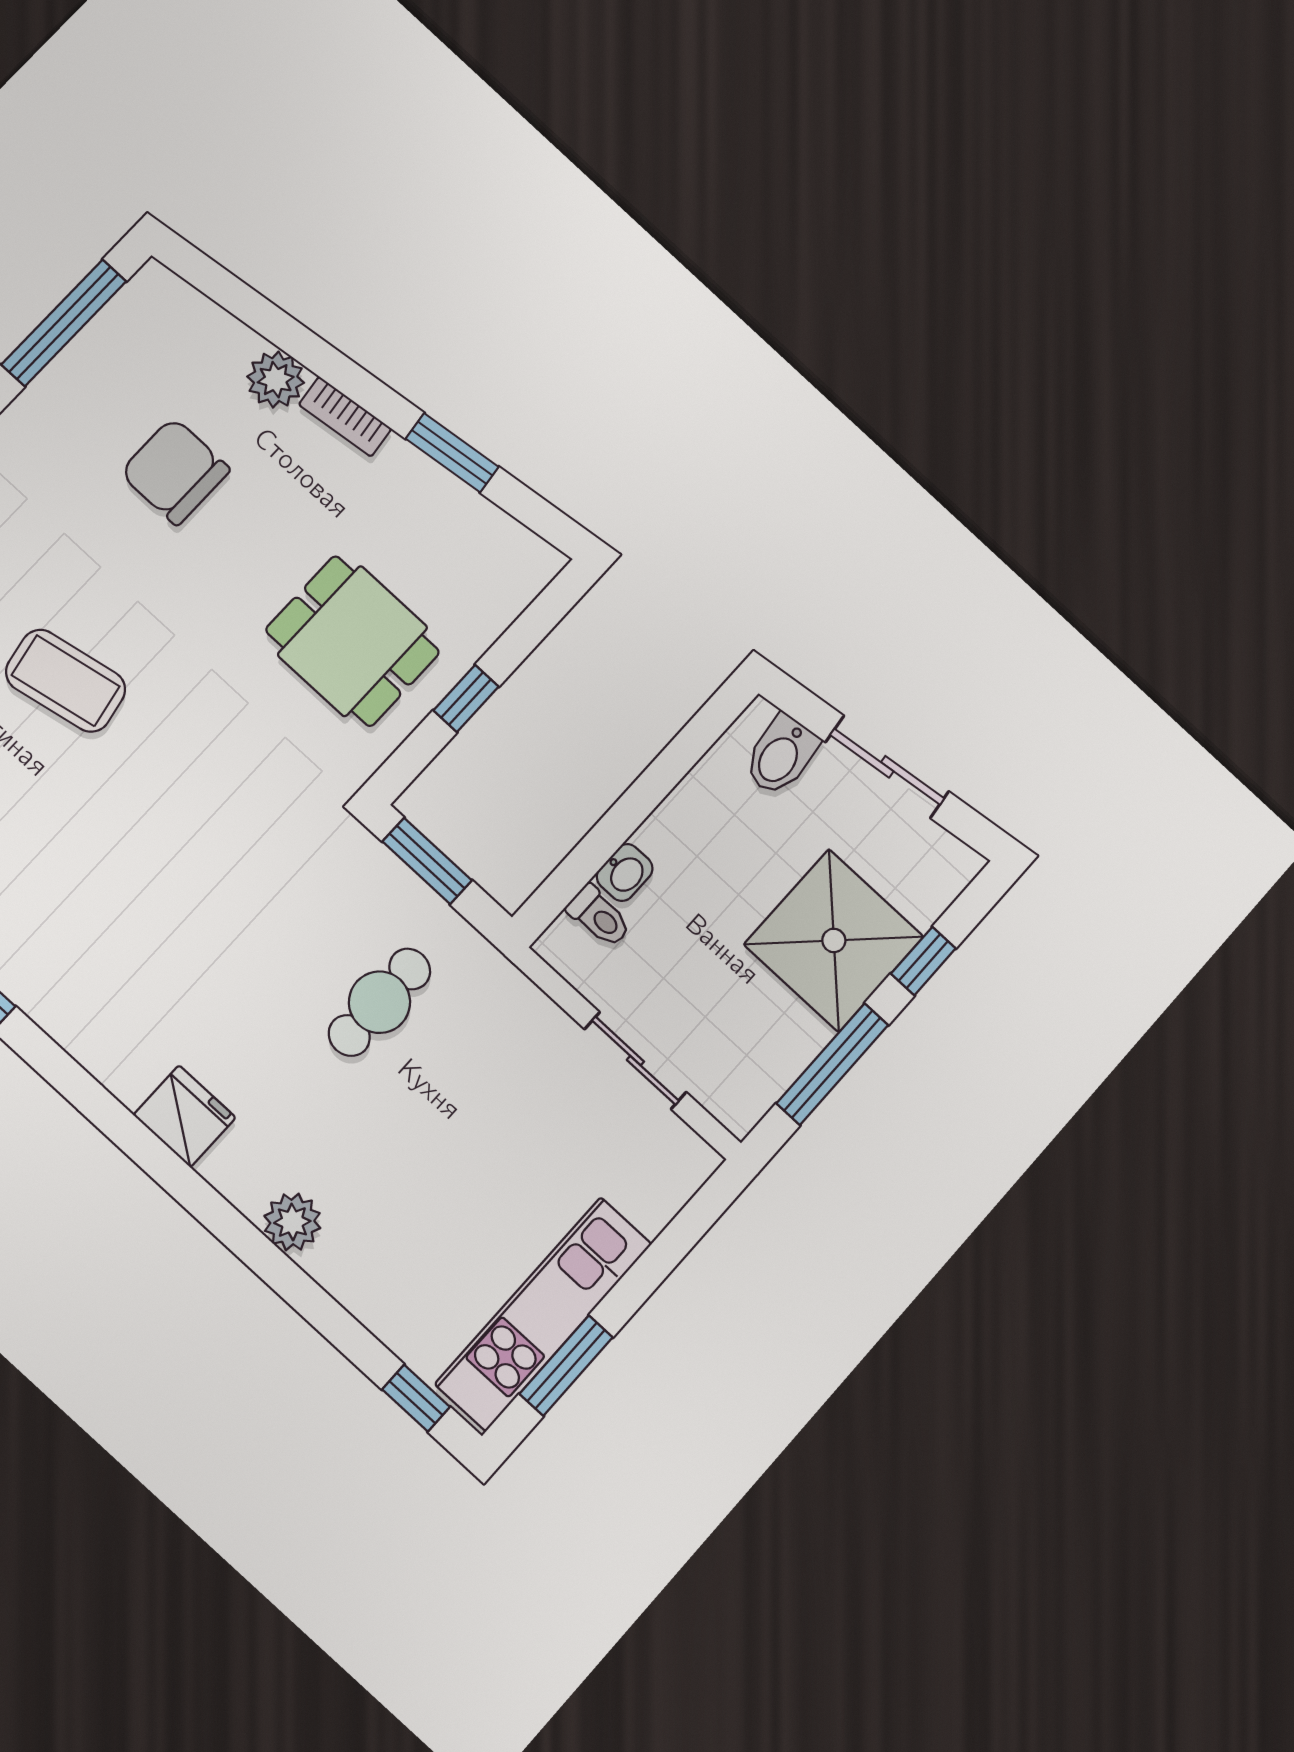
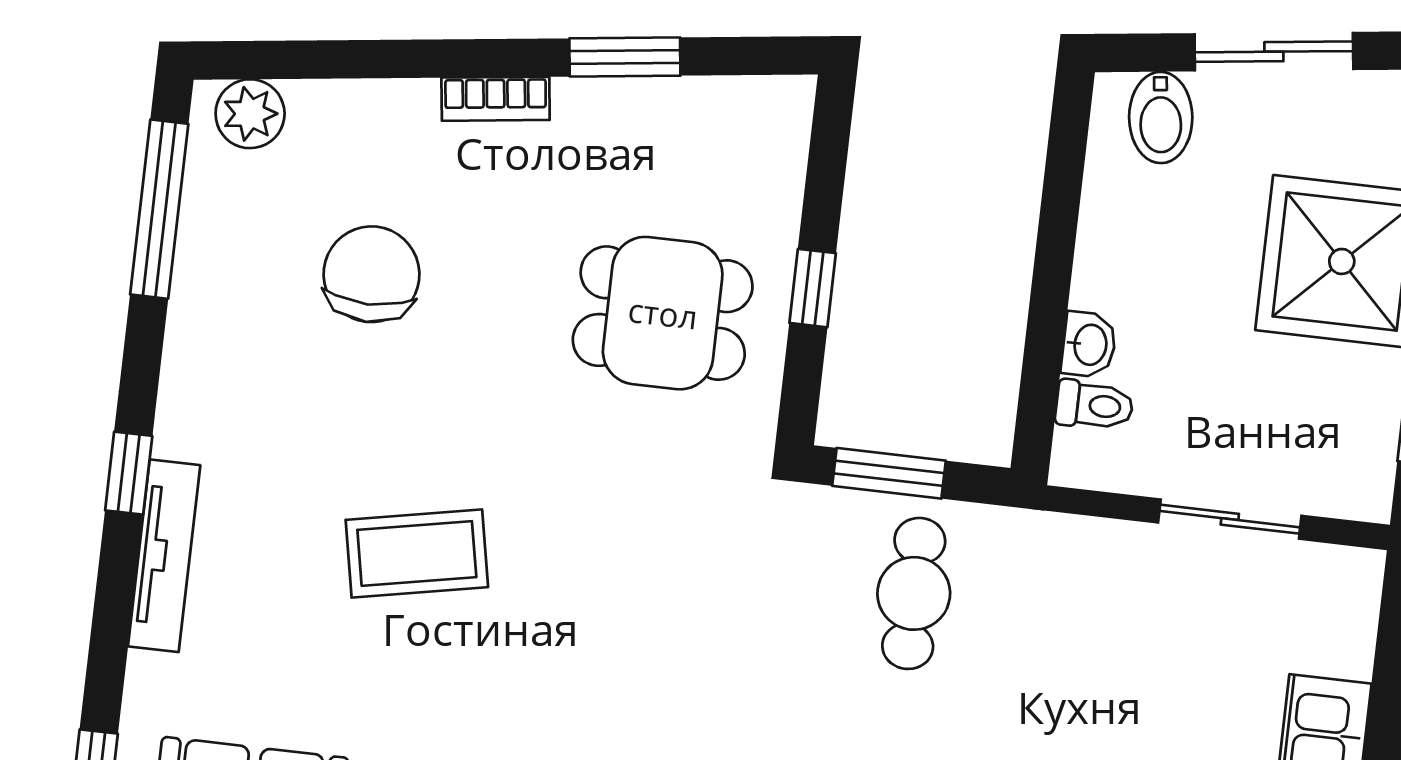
plant: (276, 380) -> (250, 114), moved
chair: (175, 471) -> (371, 274), turned 90
cafe table: (380, 1002) -> (914, 593), moved

